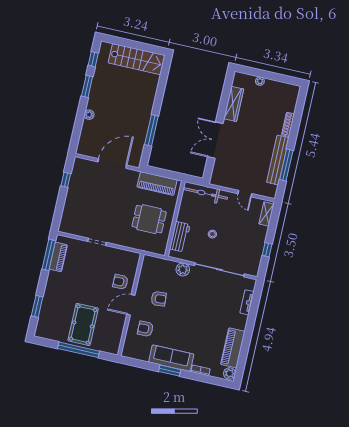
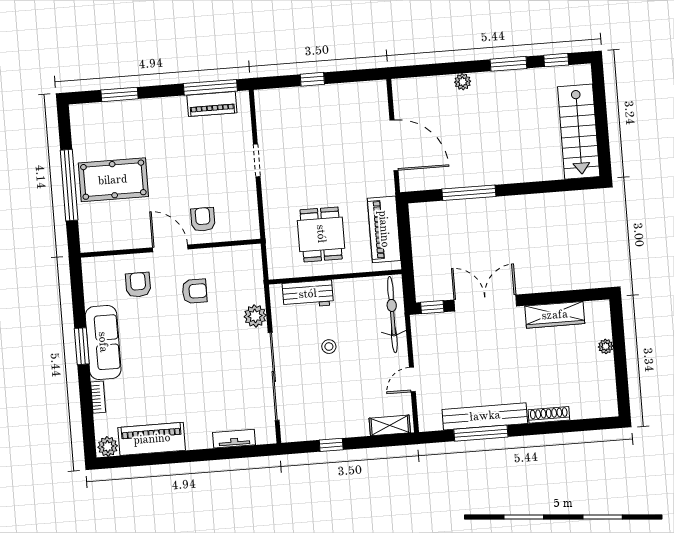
window: (208, 170) -> (432, 307), added
window: (66, 180) -> (312, 79), moved
armchair: (159, 299) -> (195, 291), turned -86

